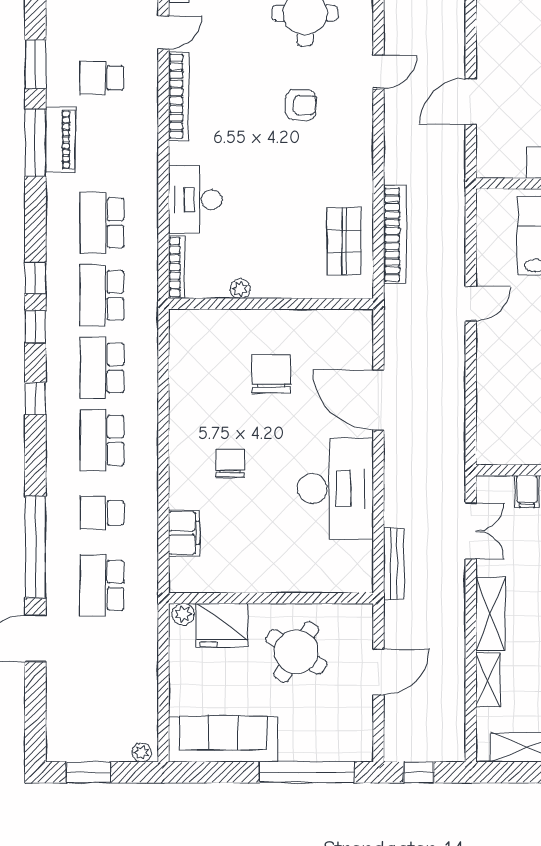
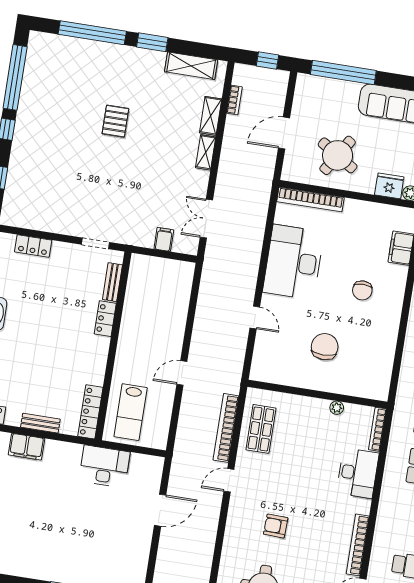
door: (378, 72) -> (229, 480), moved
chair: (271, 374) -> (325, 347), turned 180
door: (378, 400) -> (255, 317), width x0.53
bench: (394, 564) -> (262, 205), removed
bookcase: (325, 582) -> (310, 200), added
shelving: (490, 614) -> (206, 152), width x0.67, depth x0.75
fridge: (222, 625) -> (389, 186), width x0.73, depth x0.75
bookcase: (457, 708) -> (234, 100), added

